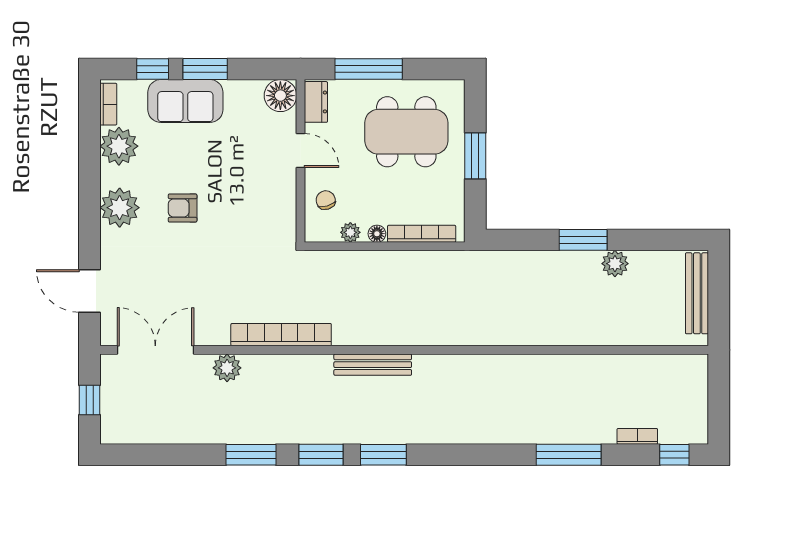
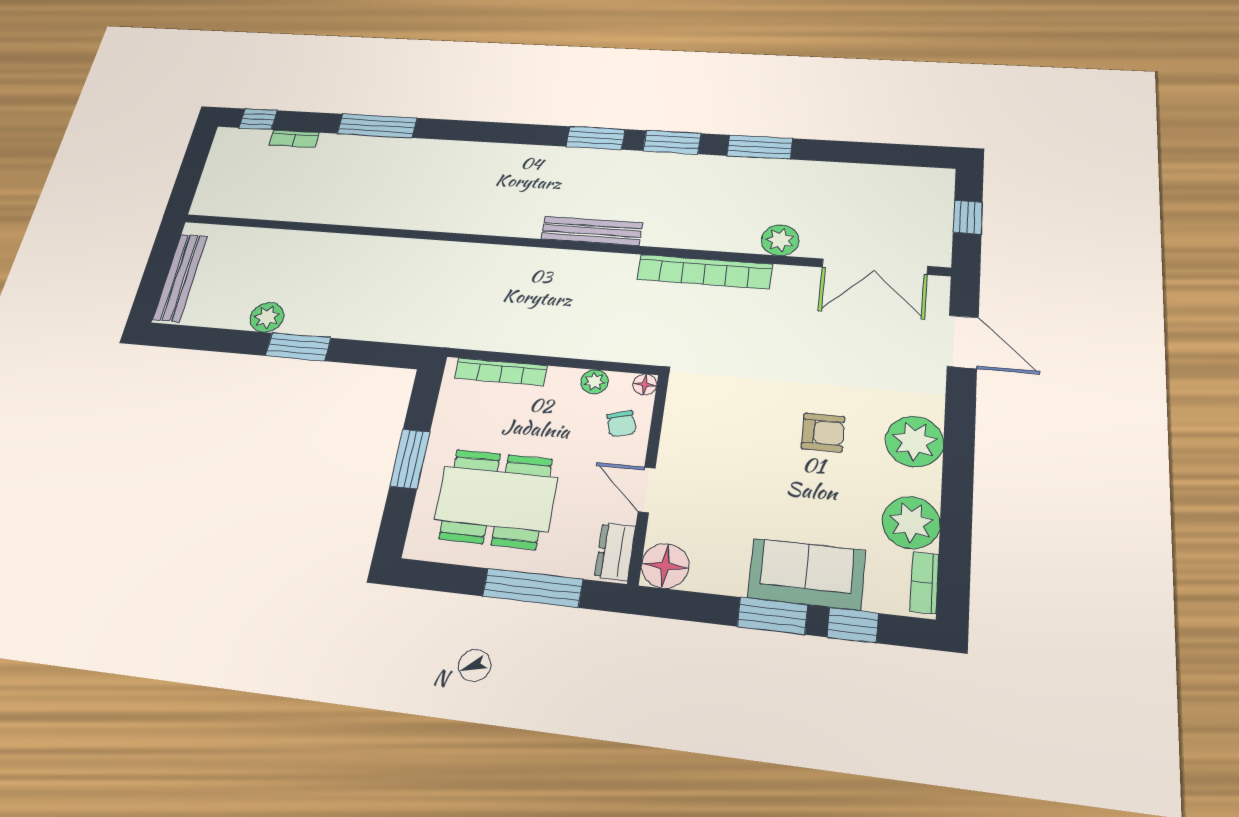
floor lamp: (377, 234) -> (645, 384), moved

